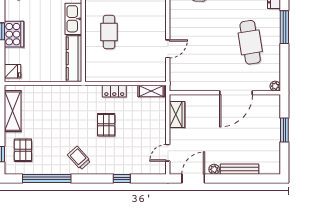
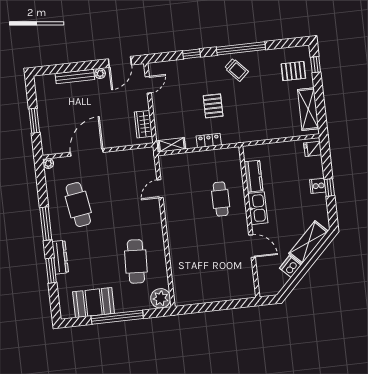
cooker: (14, 34) -> (318, 186), width x0.53, depth x0.76
kitchen counter: (74, 59) -> (253, 176), width x0.67
pallet: (23, 150) -> (293, 71), turned 90
window: (47, 179) -> (241, 48), moved

